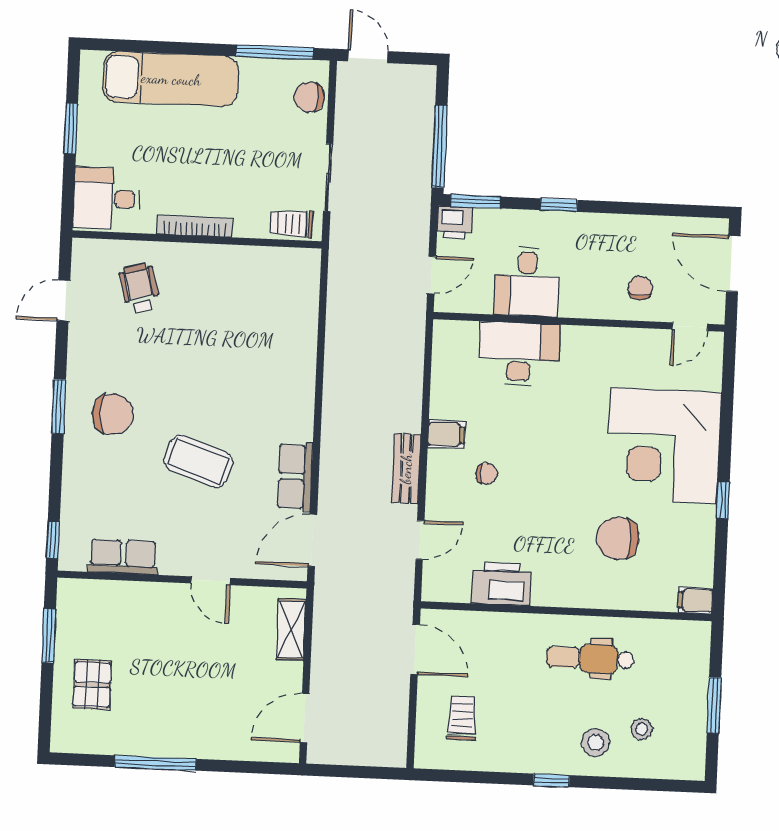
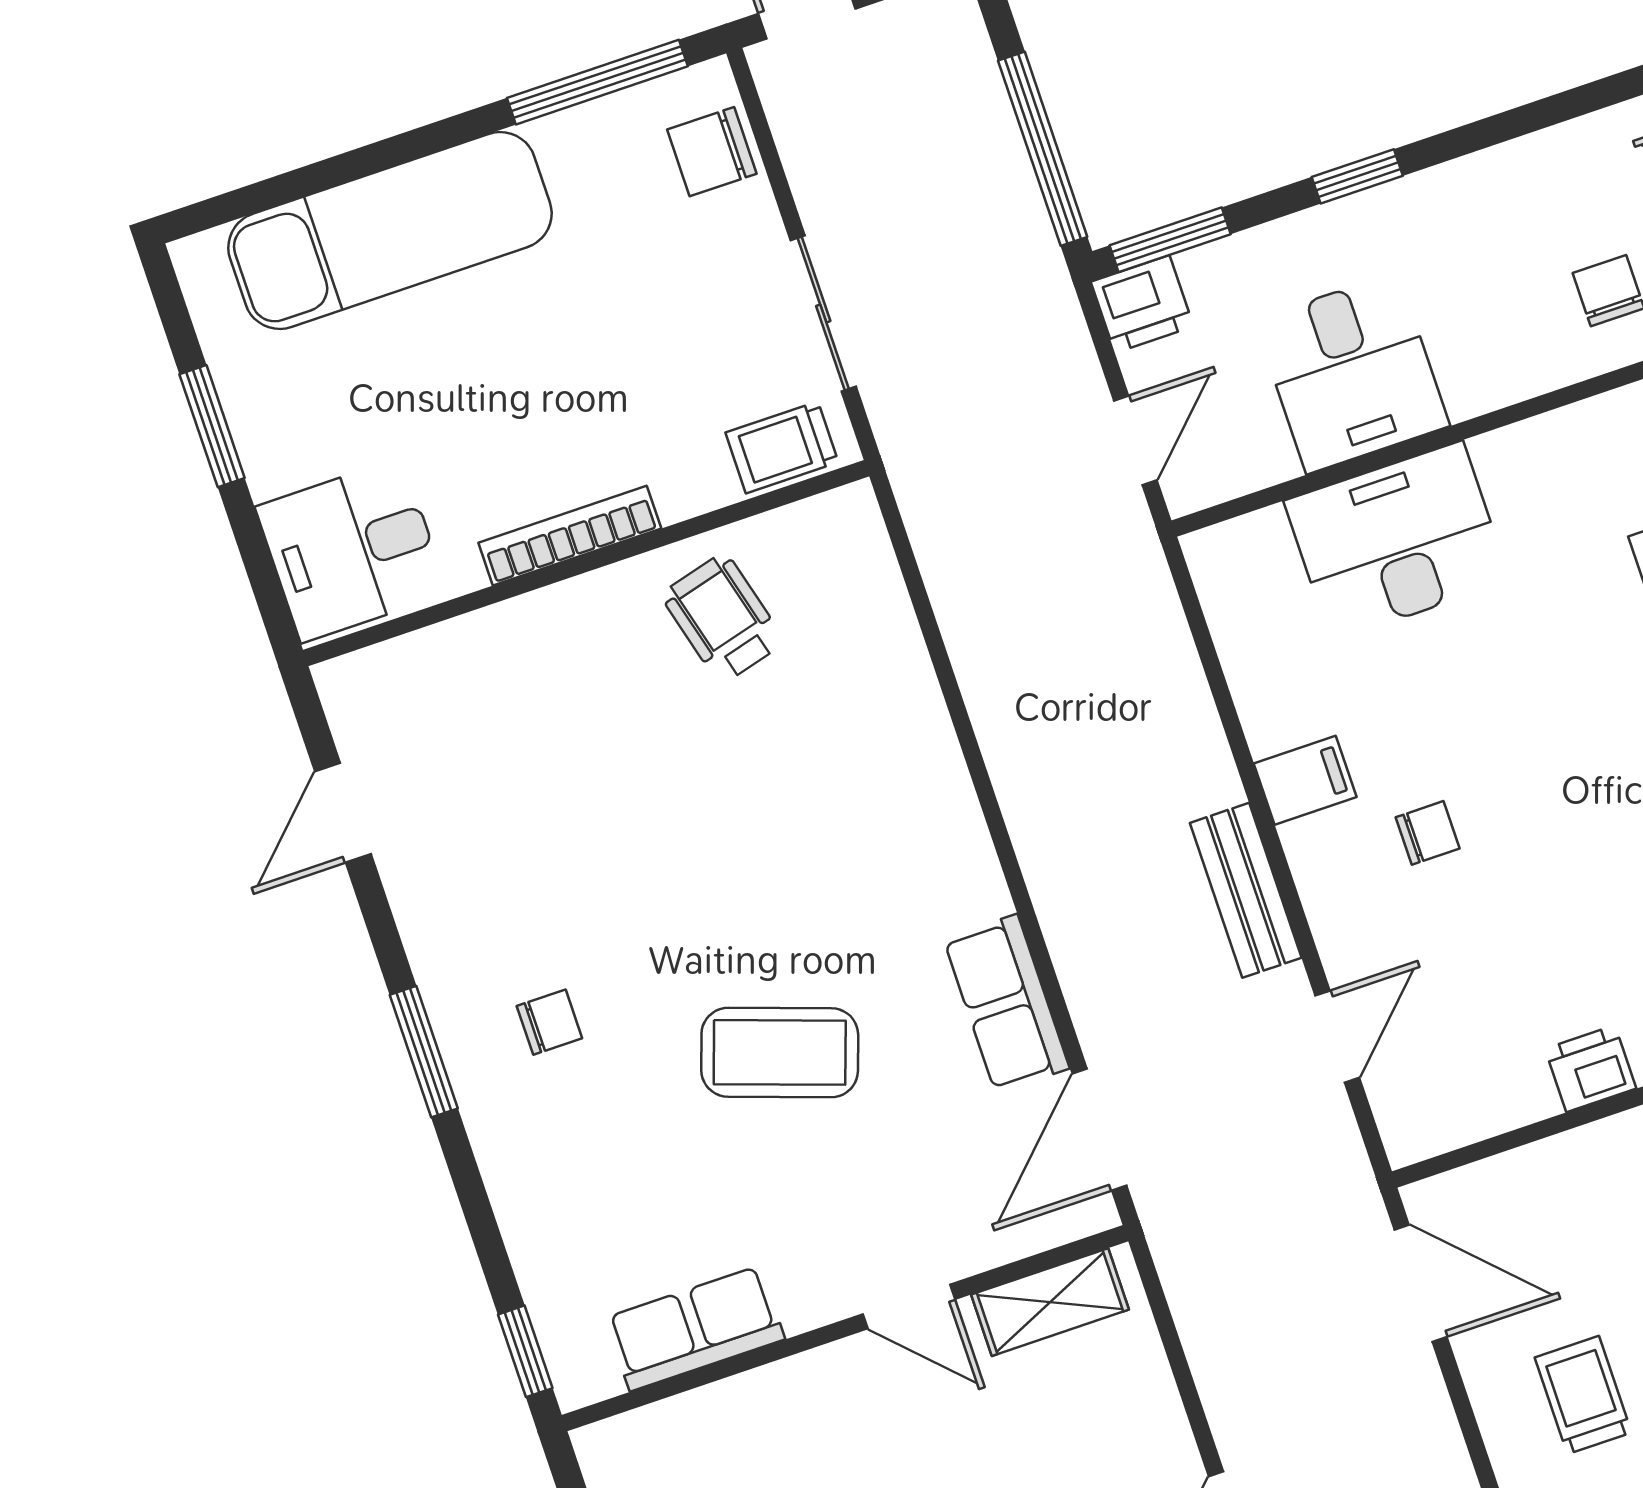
wheelchair: (139, 288) -> (723, 618), moved
chair: (113, 414) -> (549, 1022), width x0.54, depth x0.54
printer: (501, 584) -> (1591, 1069), width x0.53, depth x0.68
shelving: (291, 630) -> (1050, 1302), moved, turned 90

